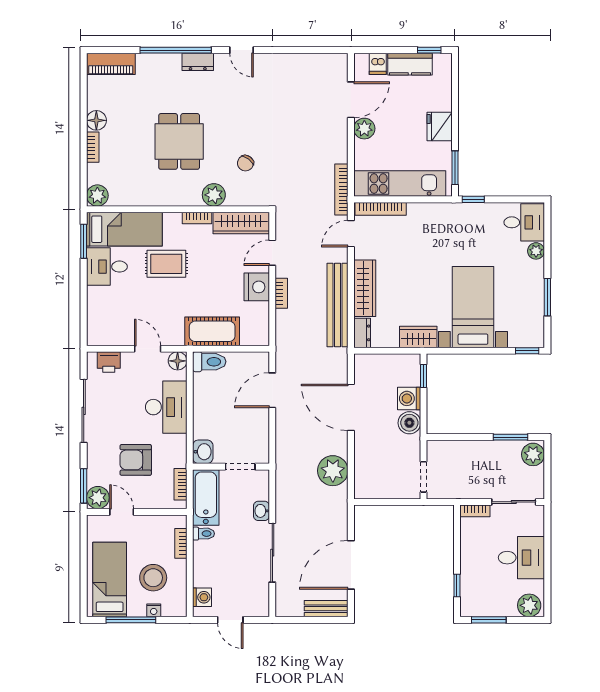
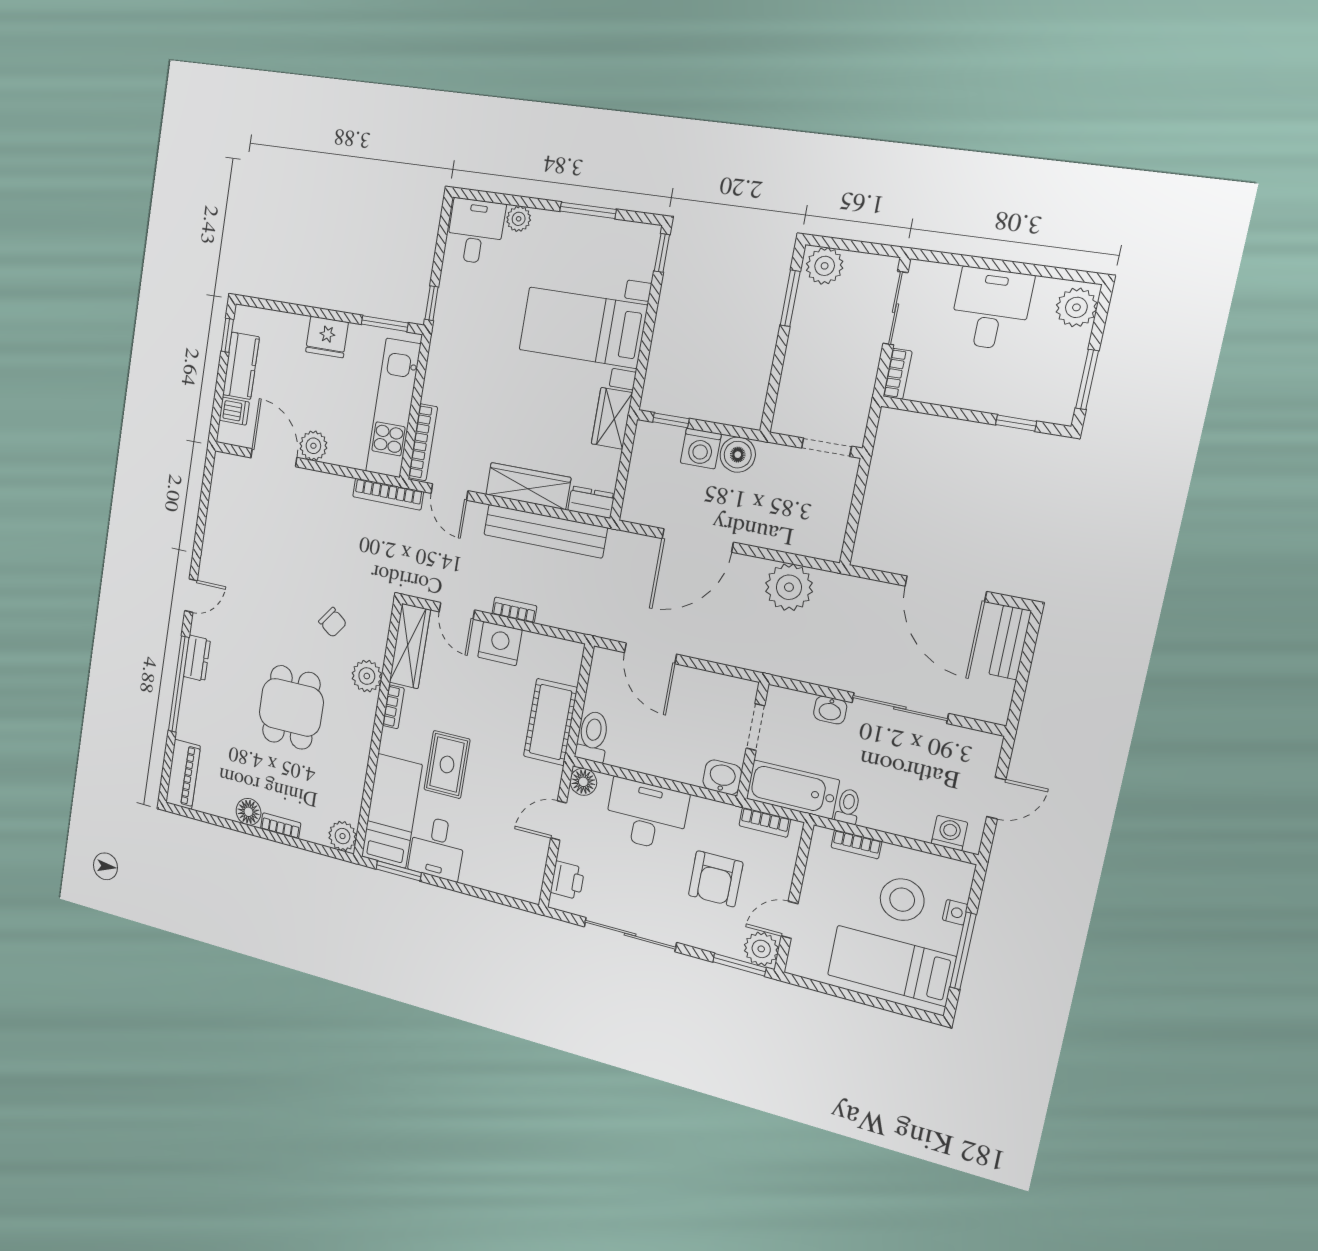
dining table: (179, 141) -> (291, 707), turned 90

